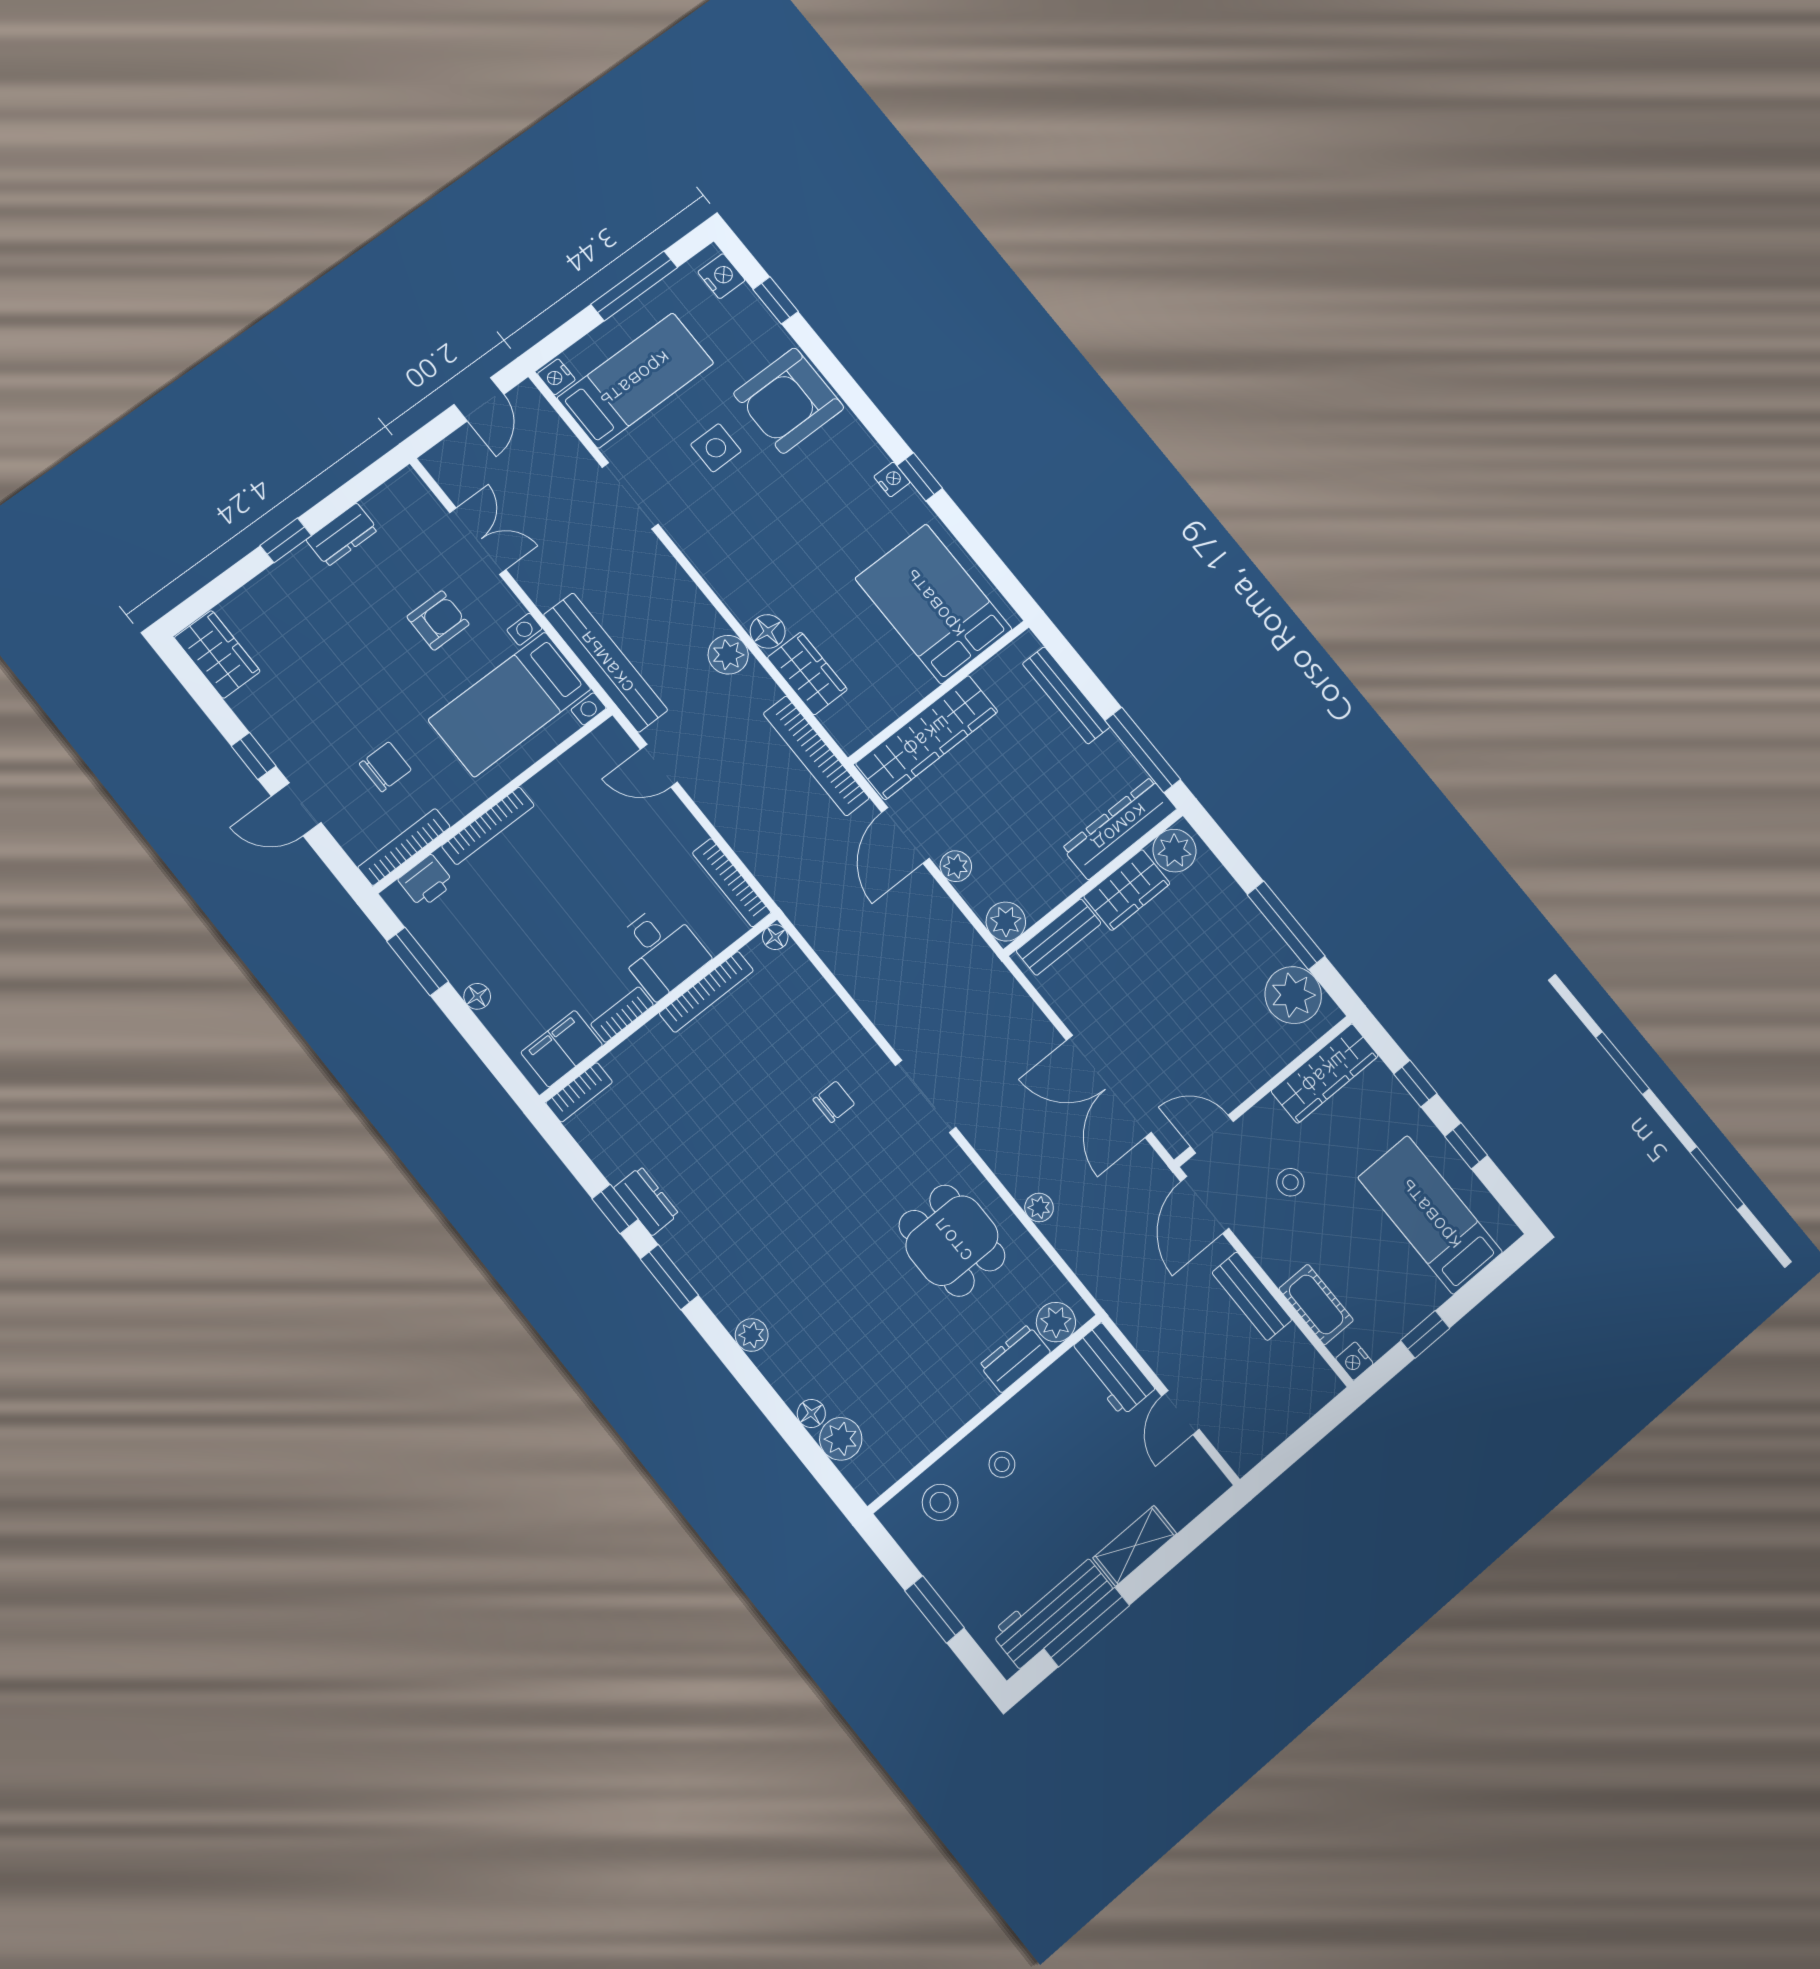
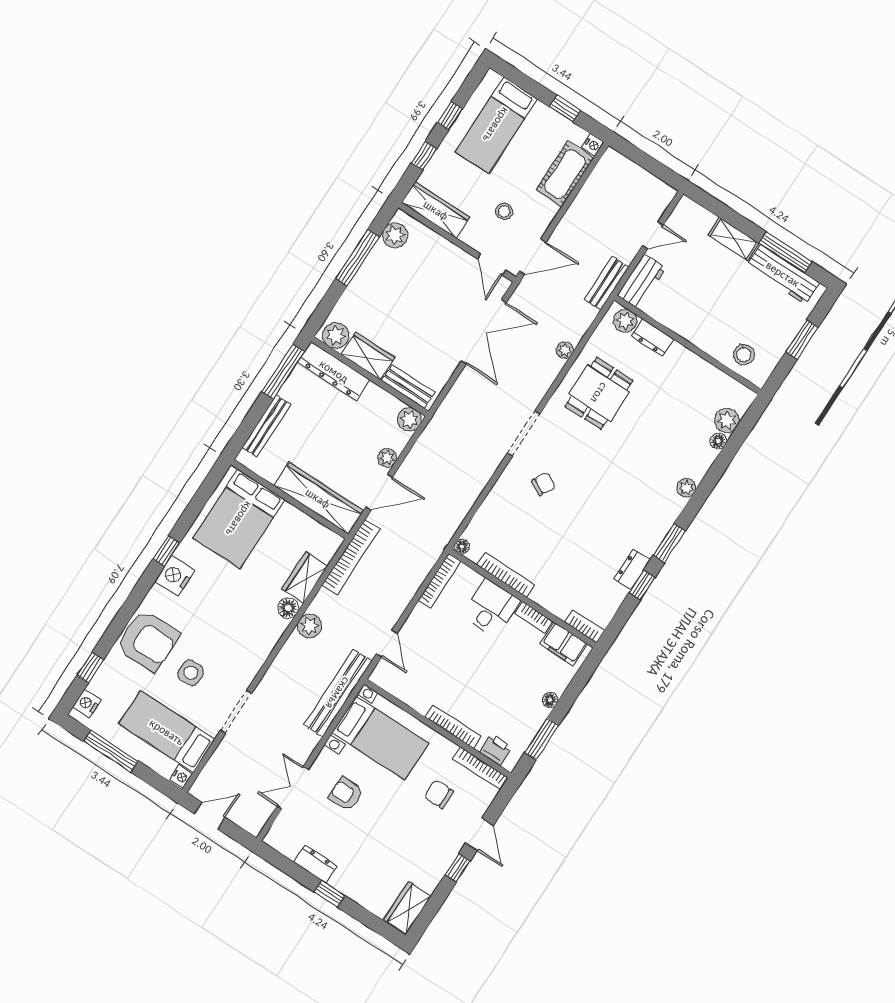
nightstand: (892, 479) -> (175, 576), width x1.89, depth x1.79
plant: (1293, 995) -> (395, 235), width x0.73, depth x0.73
chair: (834, 1102) -> (544, 484), turned 120
bench: (1252, 1296) -> (607, 283), moved
cot: (1316, 1304) -> (565, 174), width x1.37, depth x1.34
stool: (1002, 1464) -> (713, 327), removed

